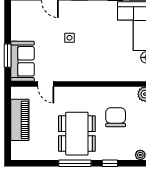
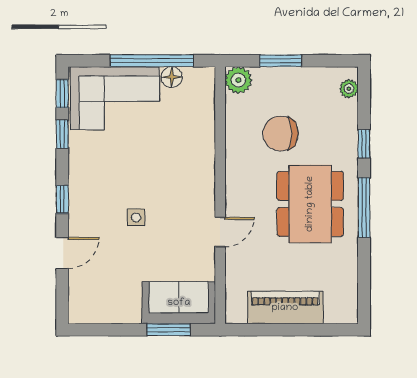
door: (46, 84) -> (220, 232), moved
dining table: (77, 134) -> (310, 204), turned 90

